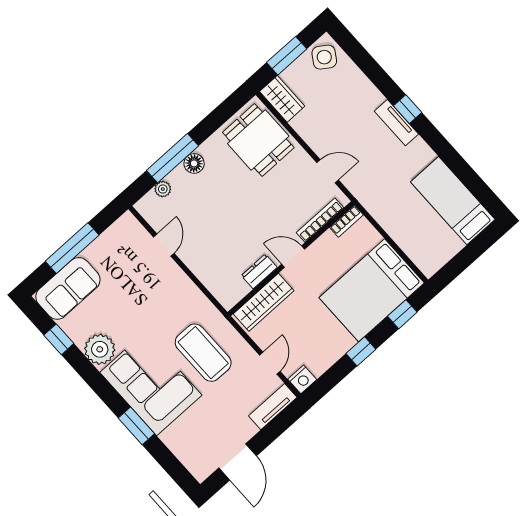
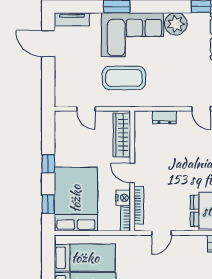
bed: (424, 228) -> (85, 258), added
door: (293, 257) -> (132, 173), swing flipped
dresser: (259, 271) -> (164, 117), moved, turned 90
nightstand: (302, 379) -> (123, 198), moved, turned 180
tv unit: (273, 407) -> (72, 19), moved, turned 90

